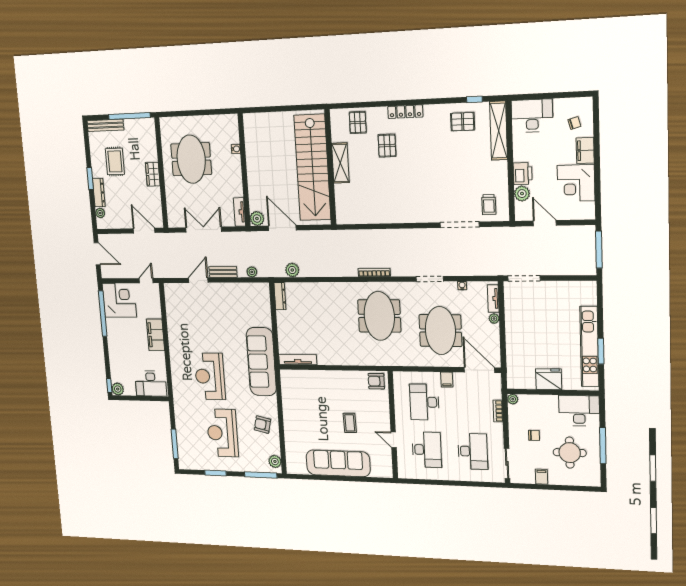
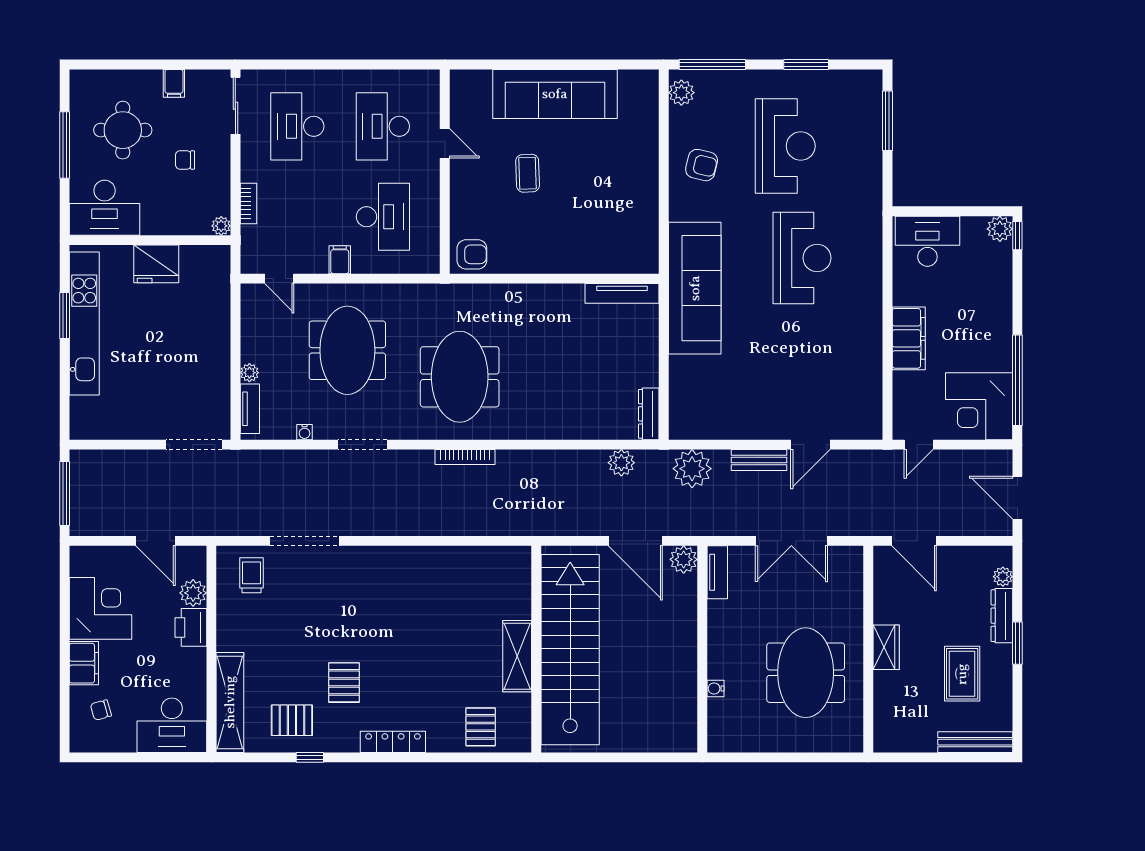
window: (474, 99) -> (310, 757), moved
window: (129, 116) -> (924, 757), removed
pallet: (387, 146) -> (344, 682), moved
plant: (252, 272) -> (692, 469), width x1.88, depth x1.88
door: (479, 370) -> (279, 279), width x0.53

